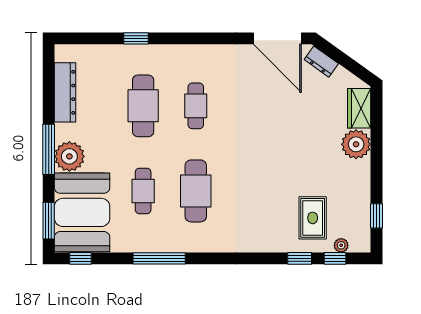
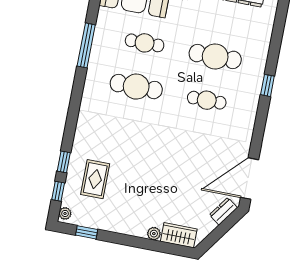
window: (136, 38) -> (267, 85), moved
plant: (356, 144) -> (154, 234), width x0.53, depth x0.53
rug: (313, 218) -> (95, 179), turned 90
plant: (341, 245) -> (65, 213), moved

